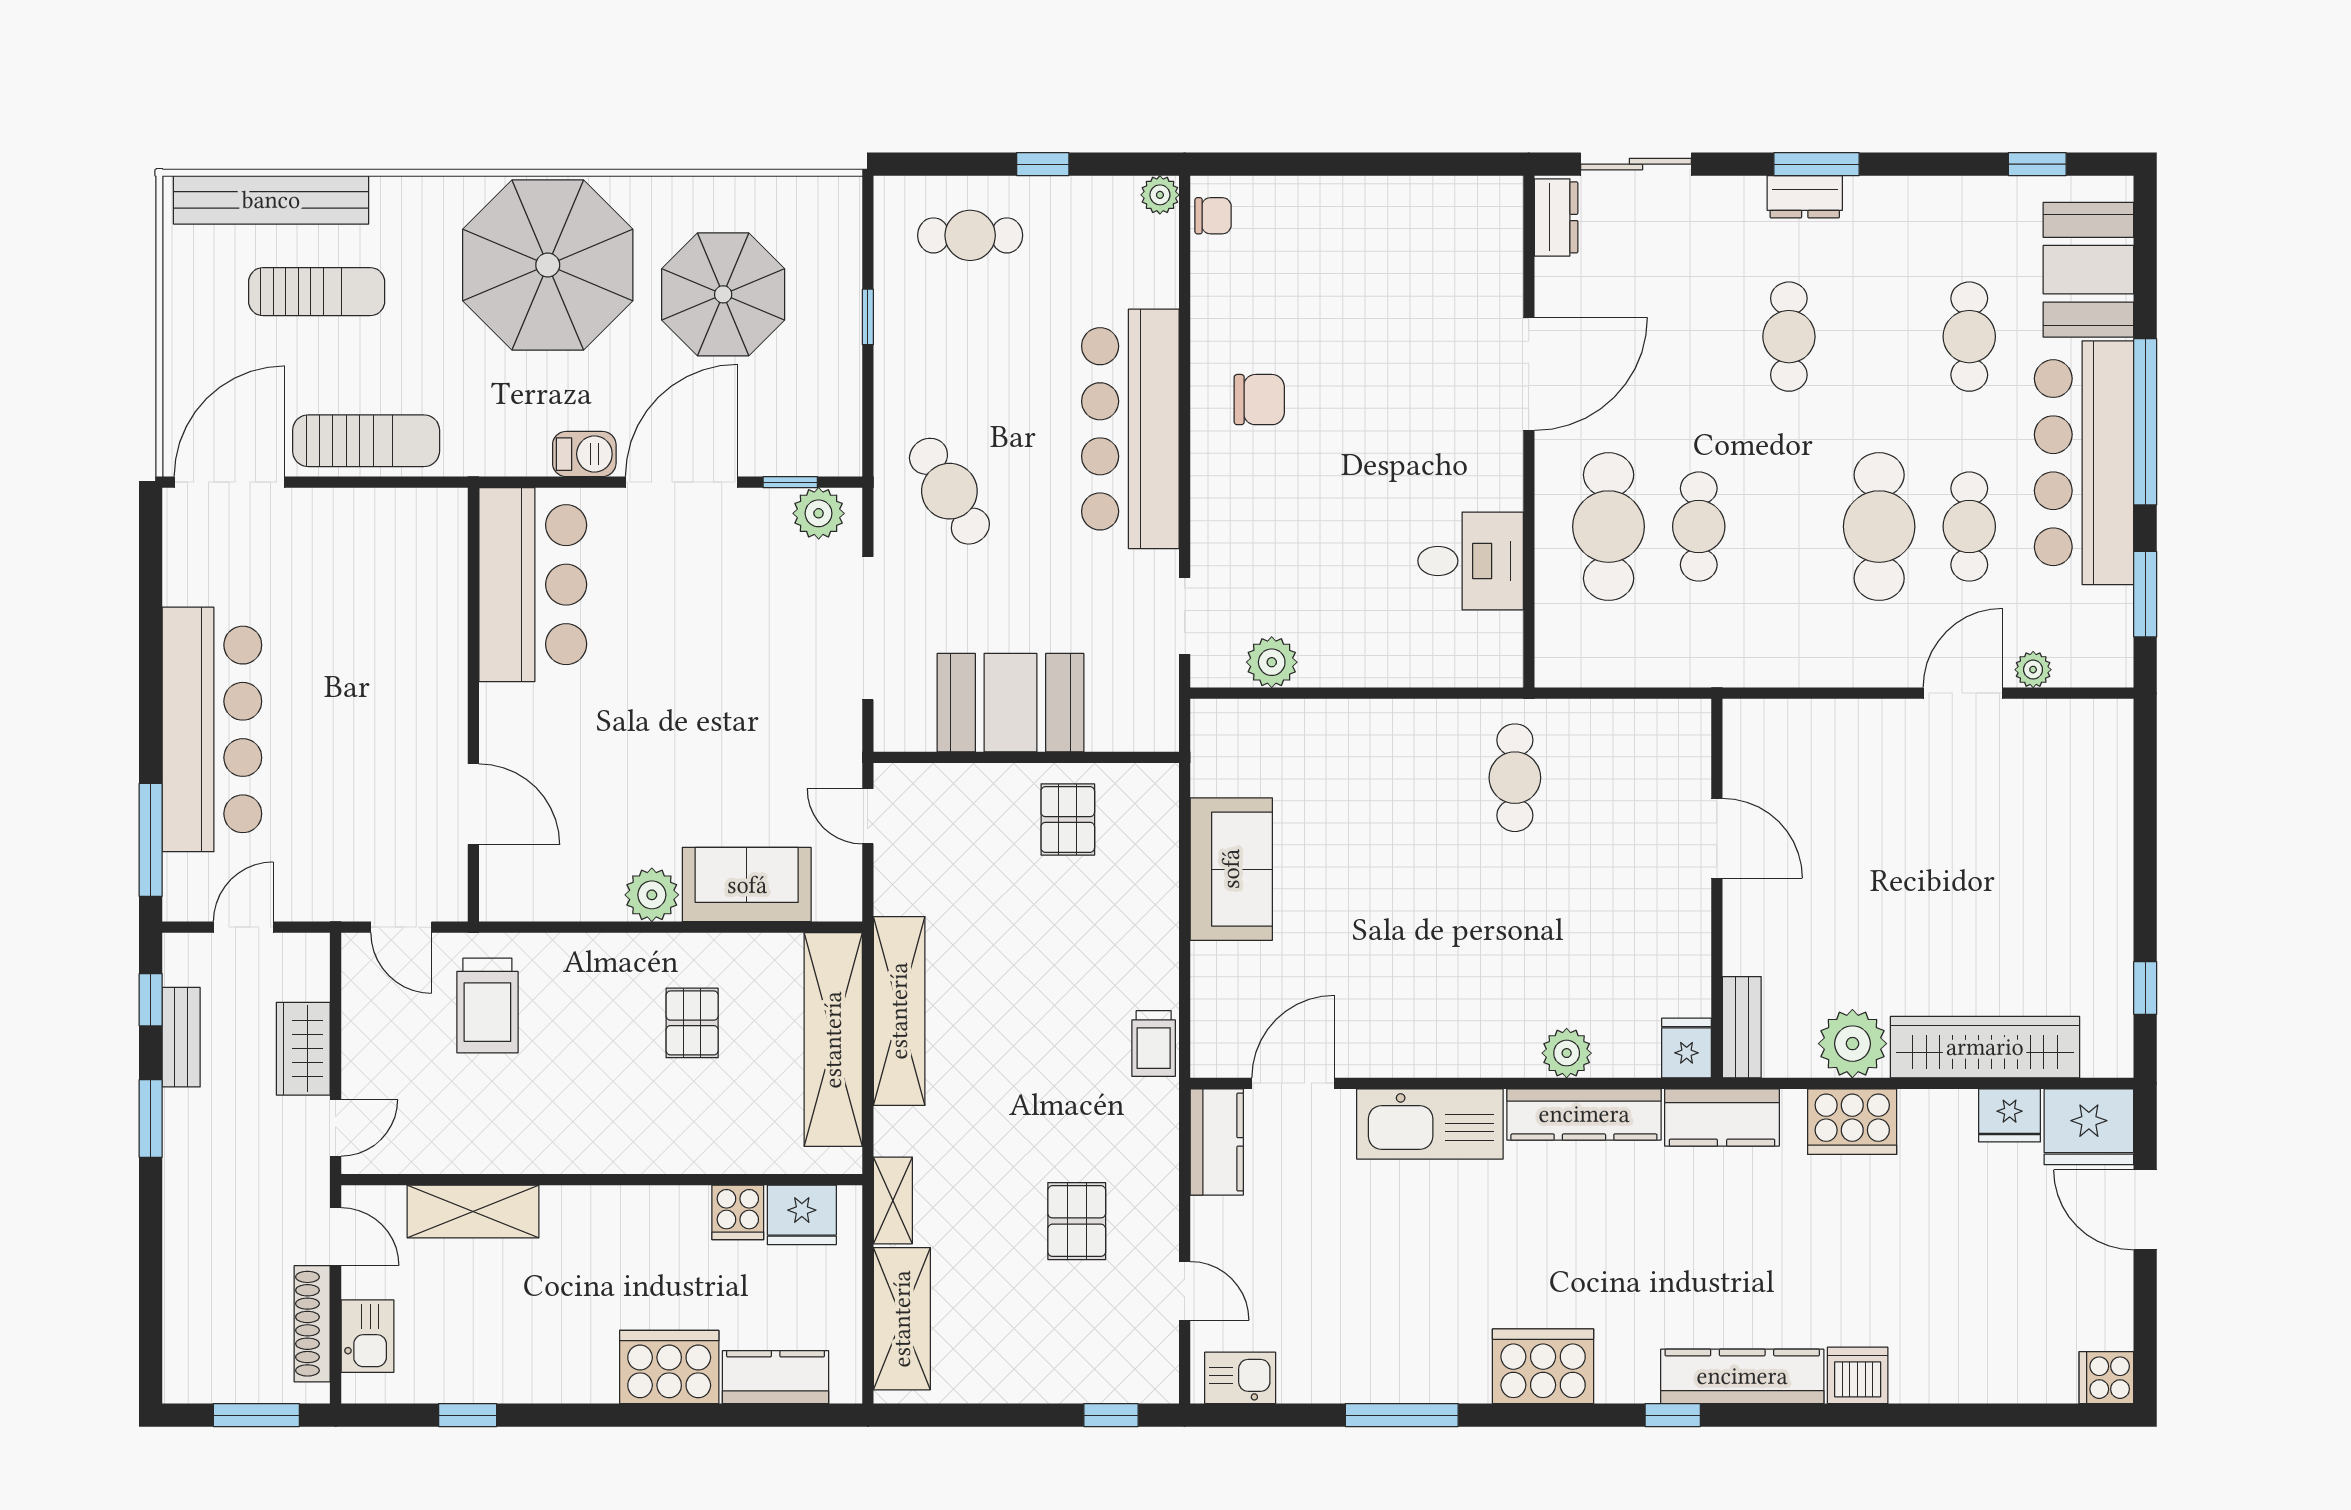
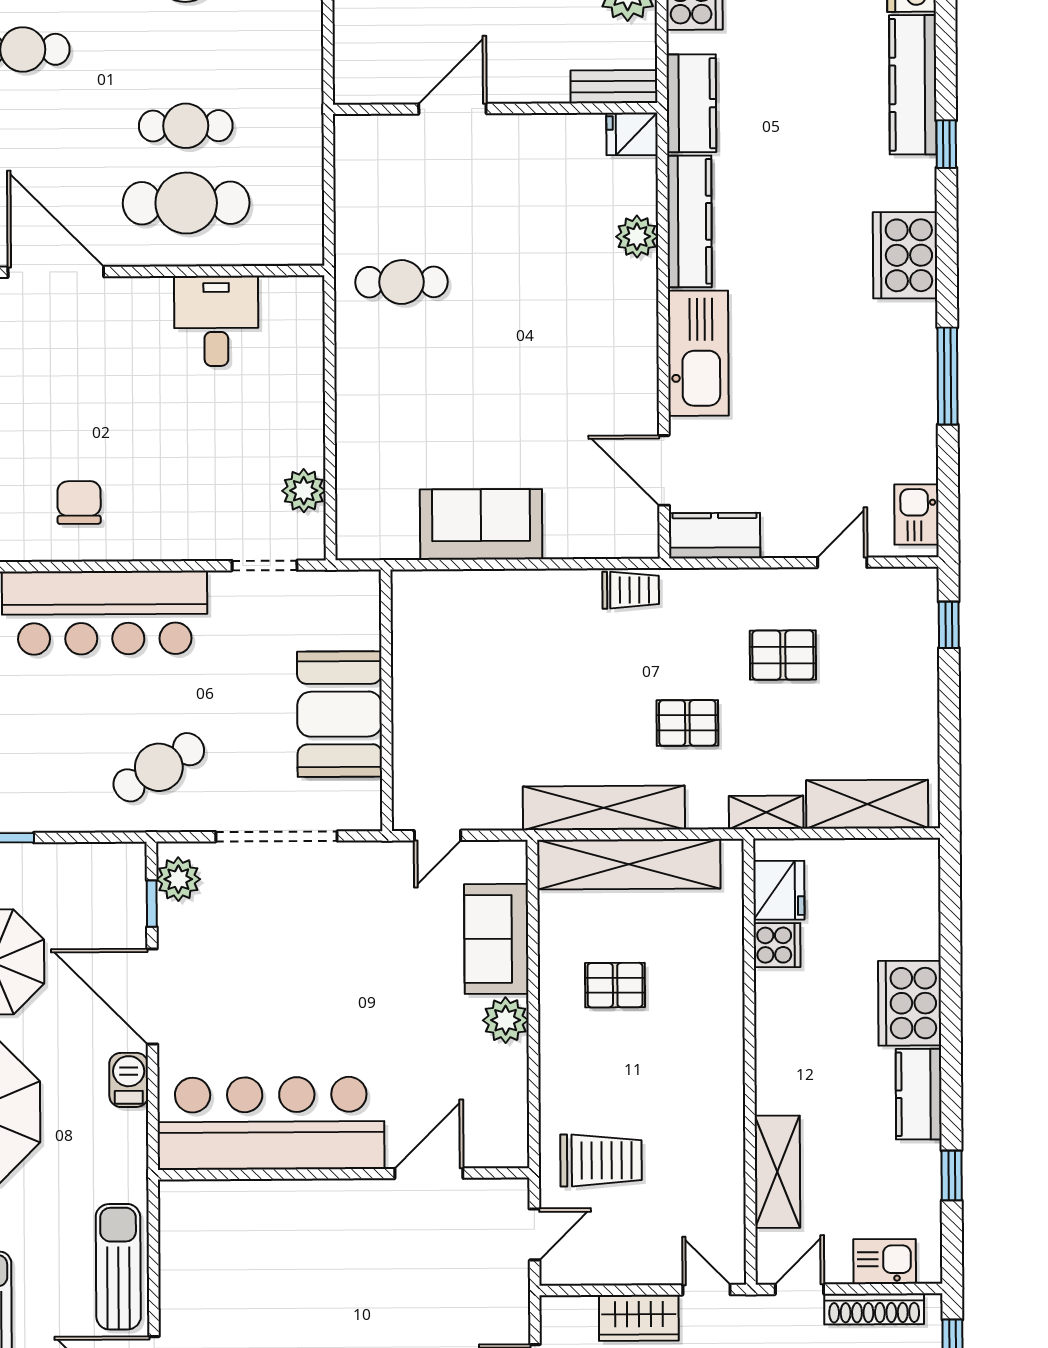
bar counter: (533, 585) -> (271, 1123), width x1.36
pallet: (1068, 819) -> (687, 723), moved
kitchen counter: (776, 1377) -> (919, 1094), moved

